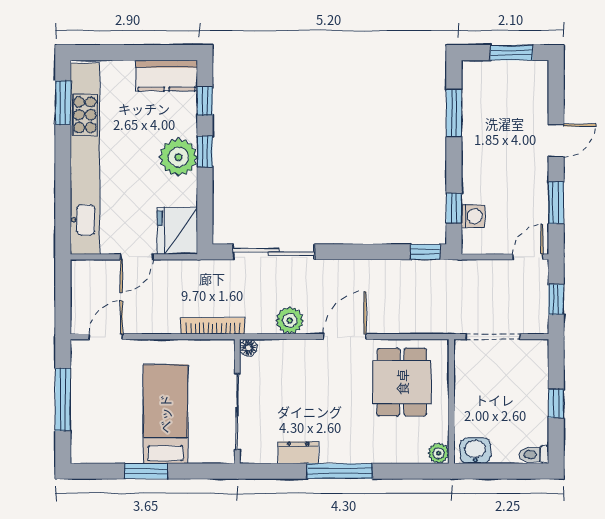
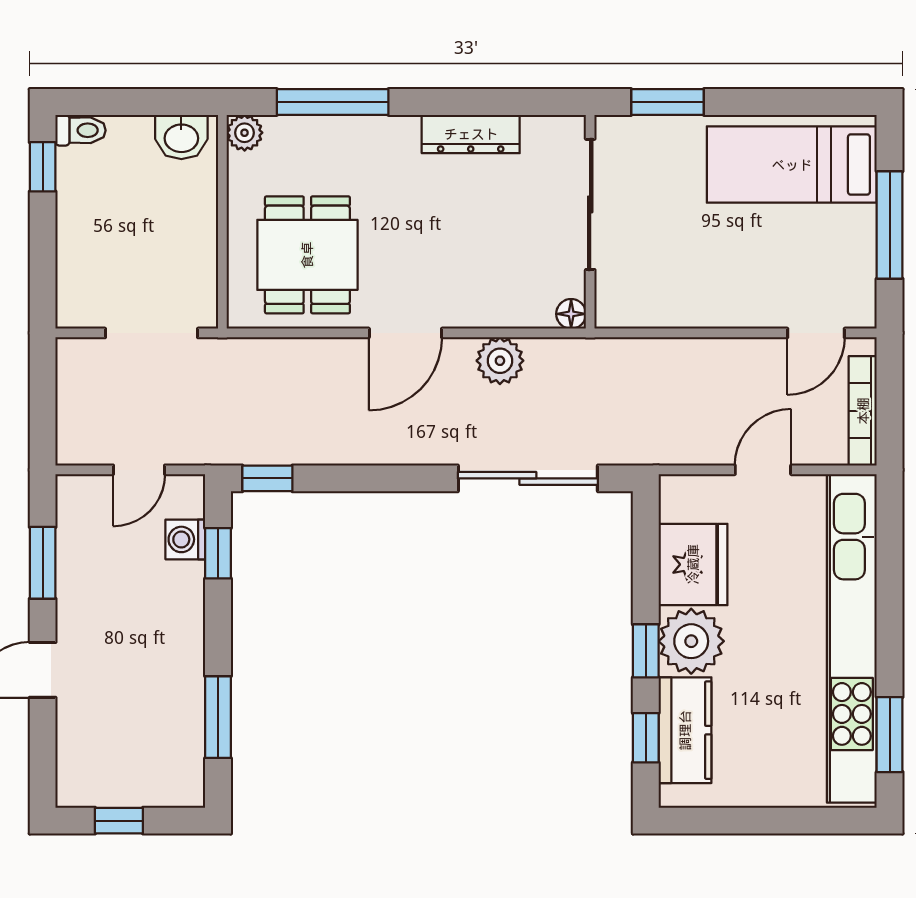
window: (512, 53) -> (119, 821), width x0.67
kitchen counter: (167, 76) -> (685, 730), moved, turned 90
fridge: (177, 231) -> (693, 564), moved
door: (528, 257) -> (139, 470), moved
window: (556, 299) -> (43, 397), removed
bookcase: (213, 326) -> (863, 411), moved, turned 90
window: (556, 403) -> (43, 167), moved
bed: (165, 414) -> (792, 165), moved, turned 90
dresser: (298, 452) -> (471, 134), width x1.44
window: (146, 471) -> (668, 102), moved
window: (340, 471) -> (333, 102), moved

